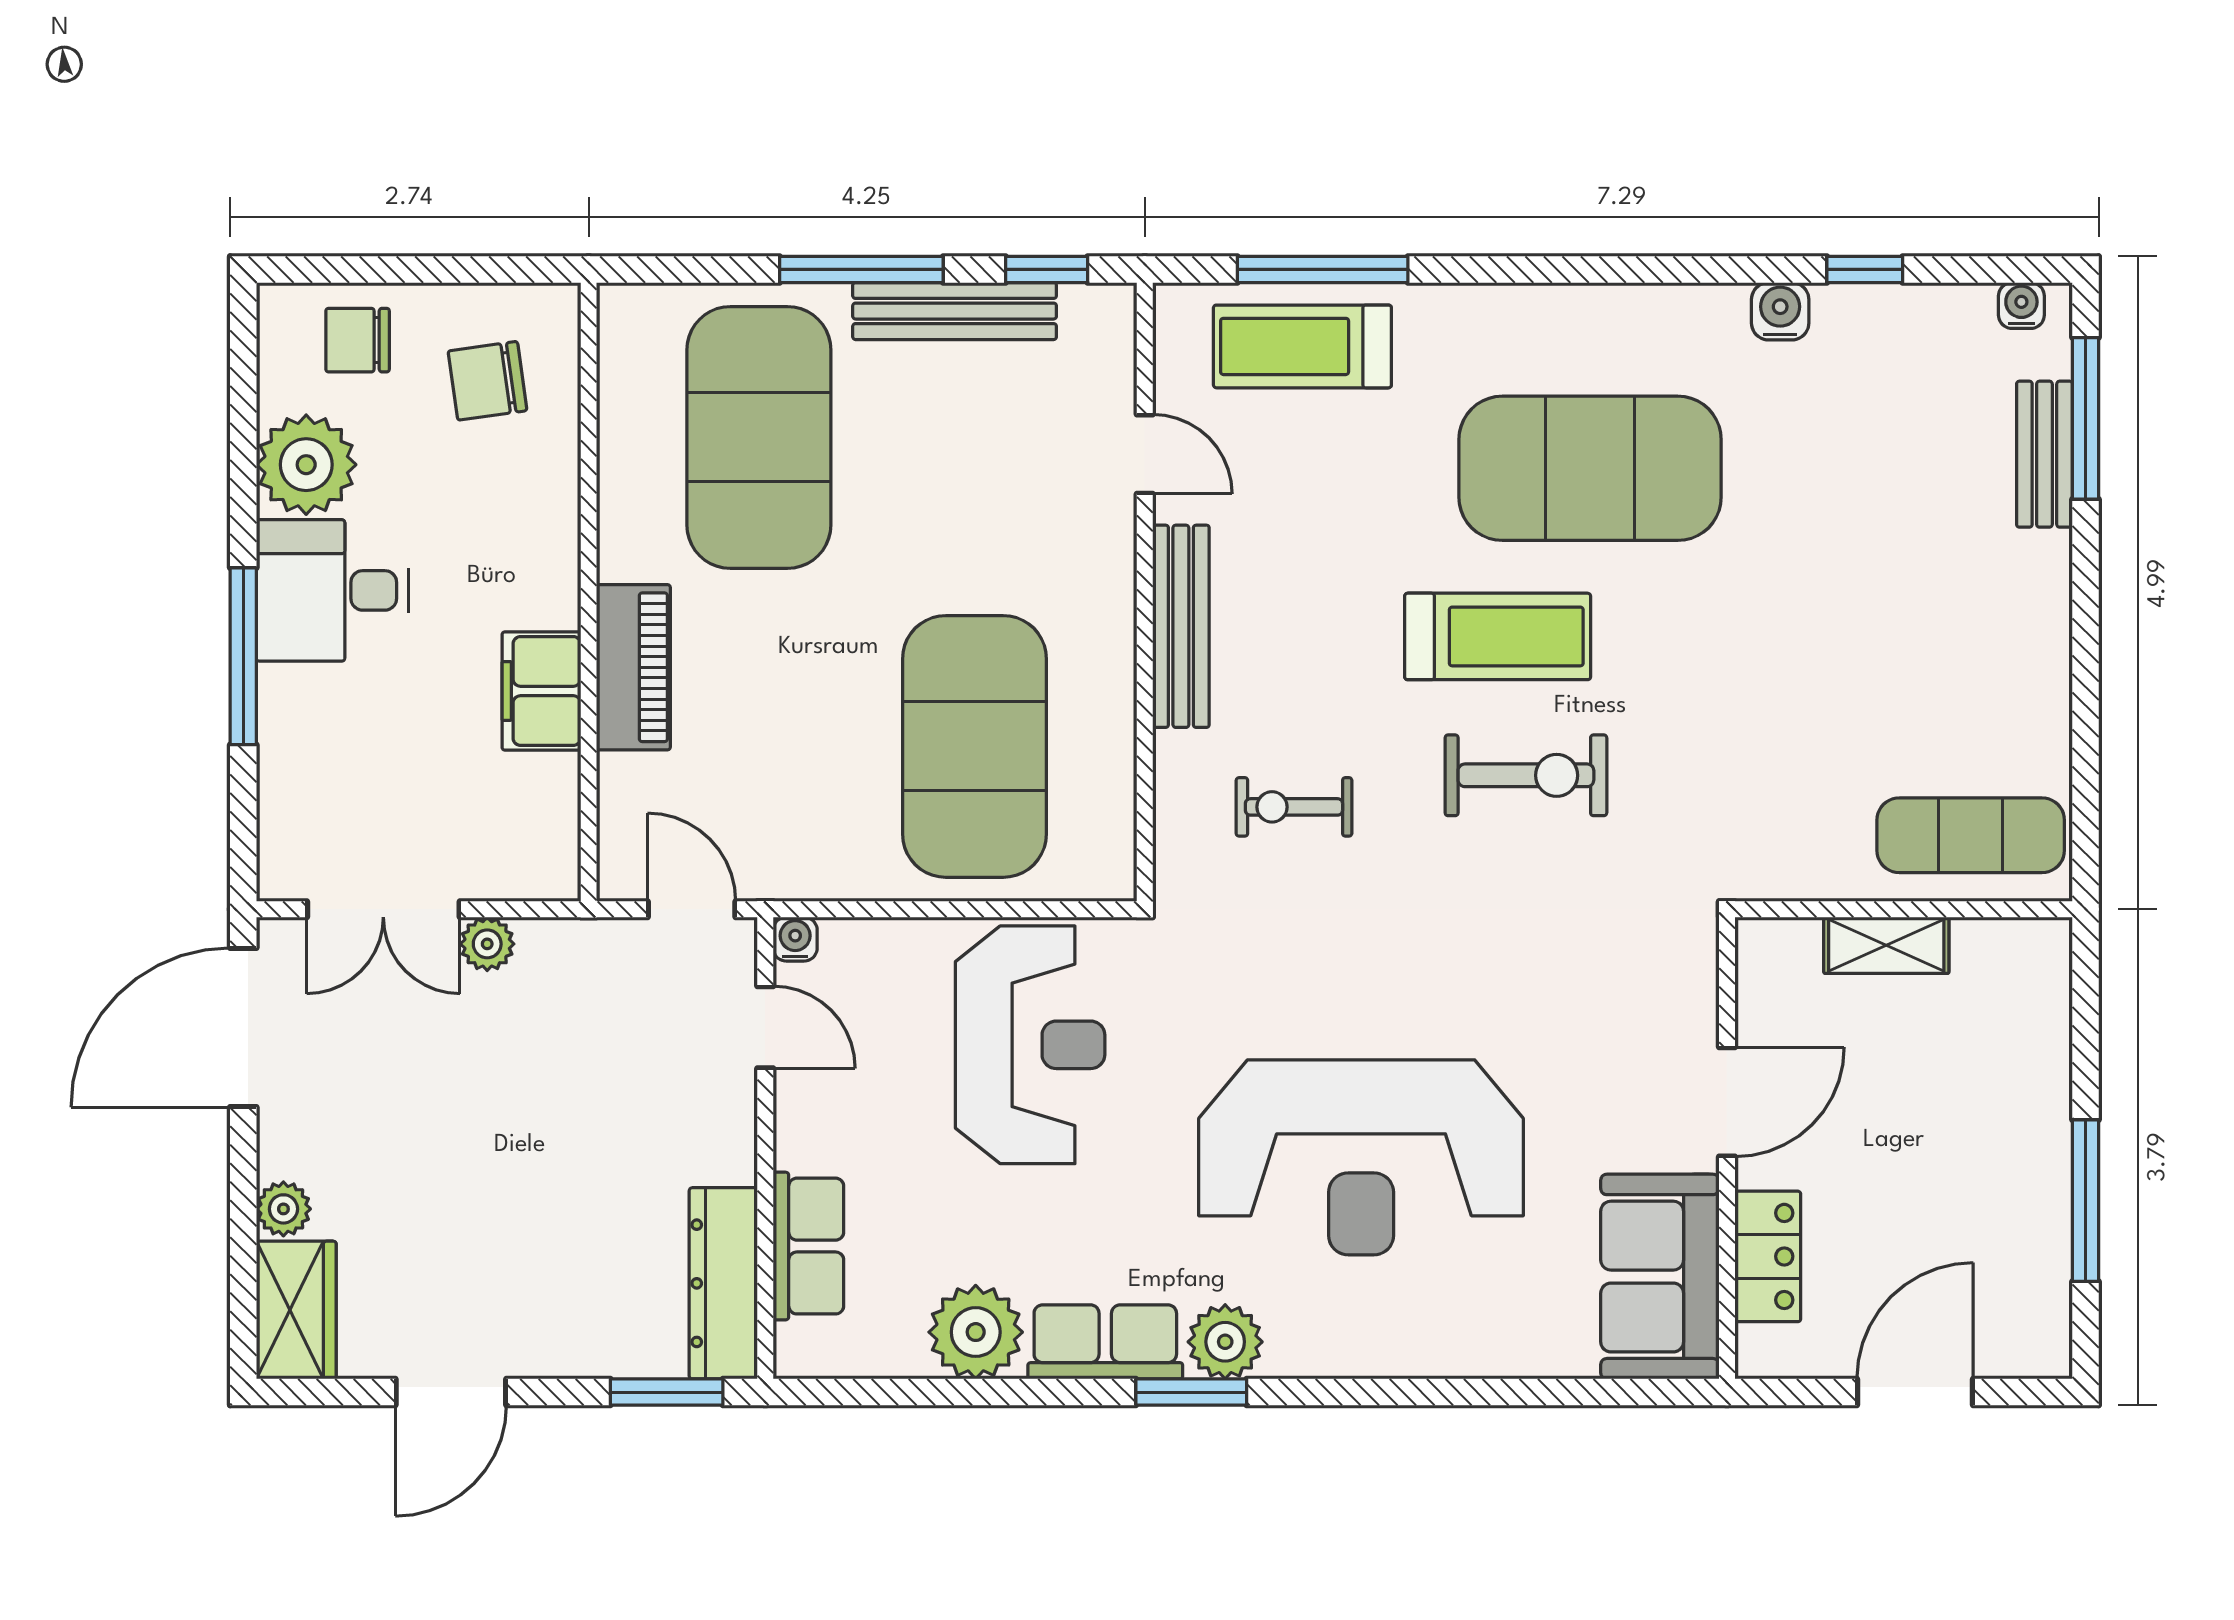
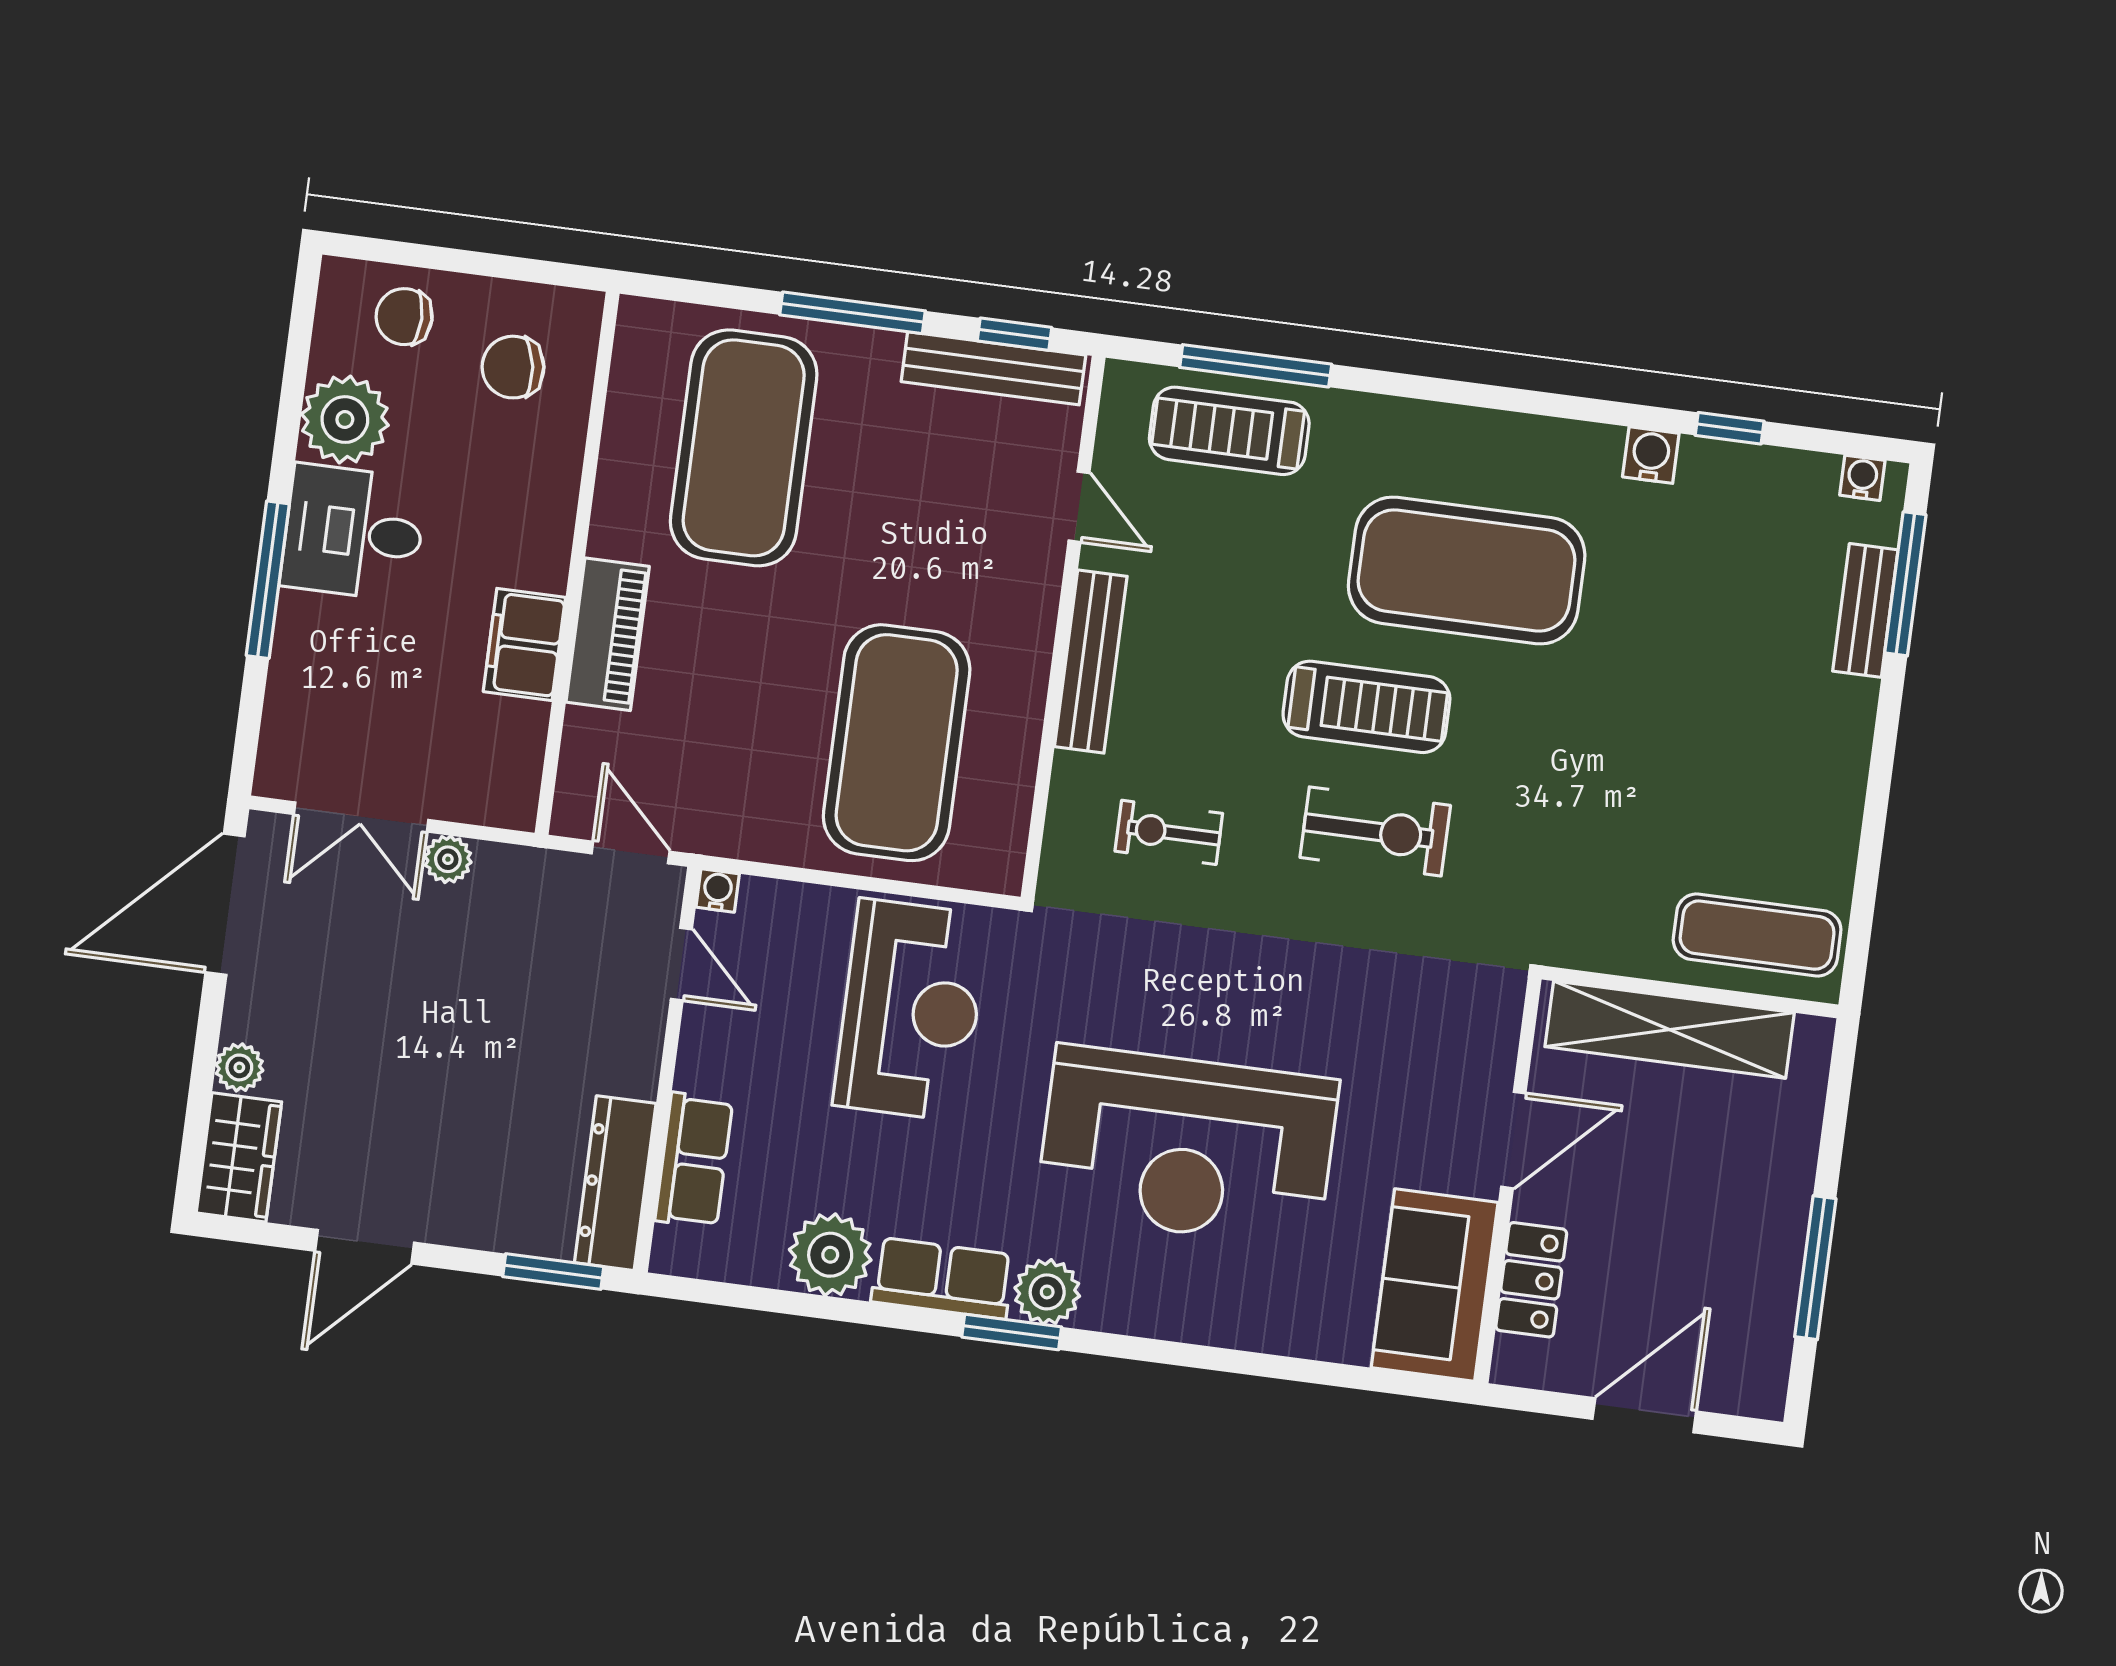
bench: (955, 311) -> (993, 368), moved
shelving: (1886, 945) -> (1670, 1030), width x2.20, depth x1.33

